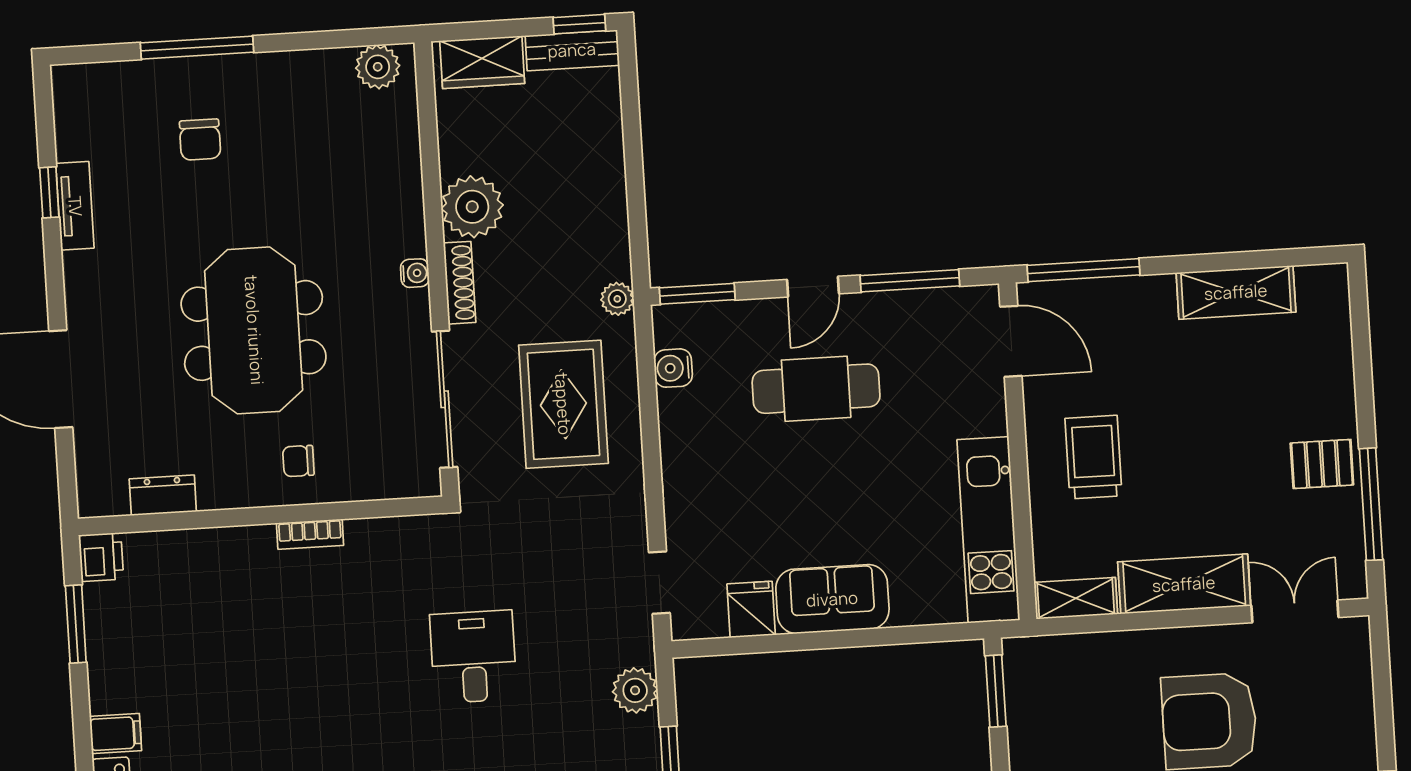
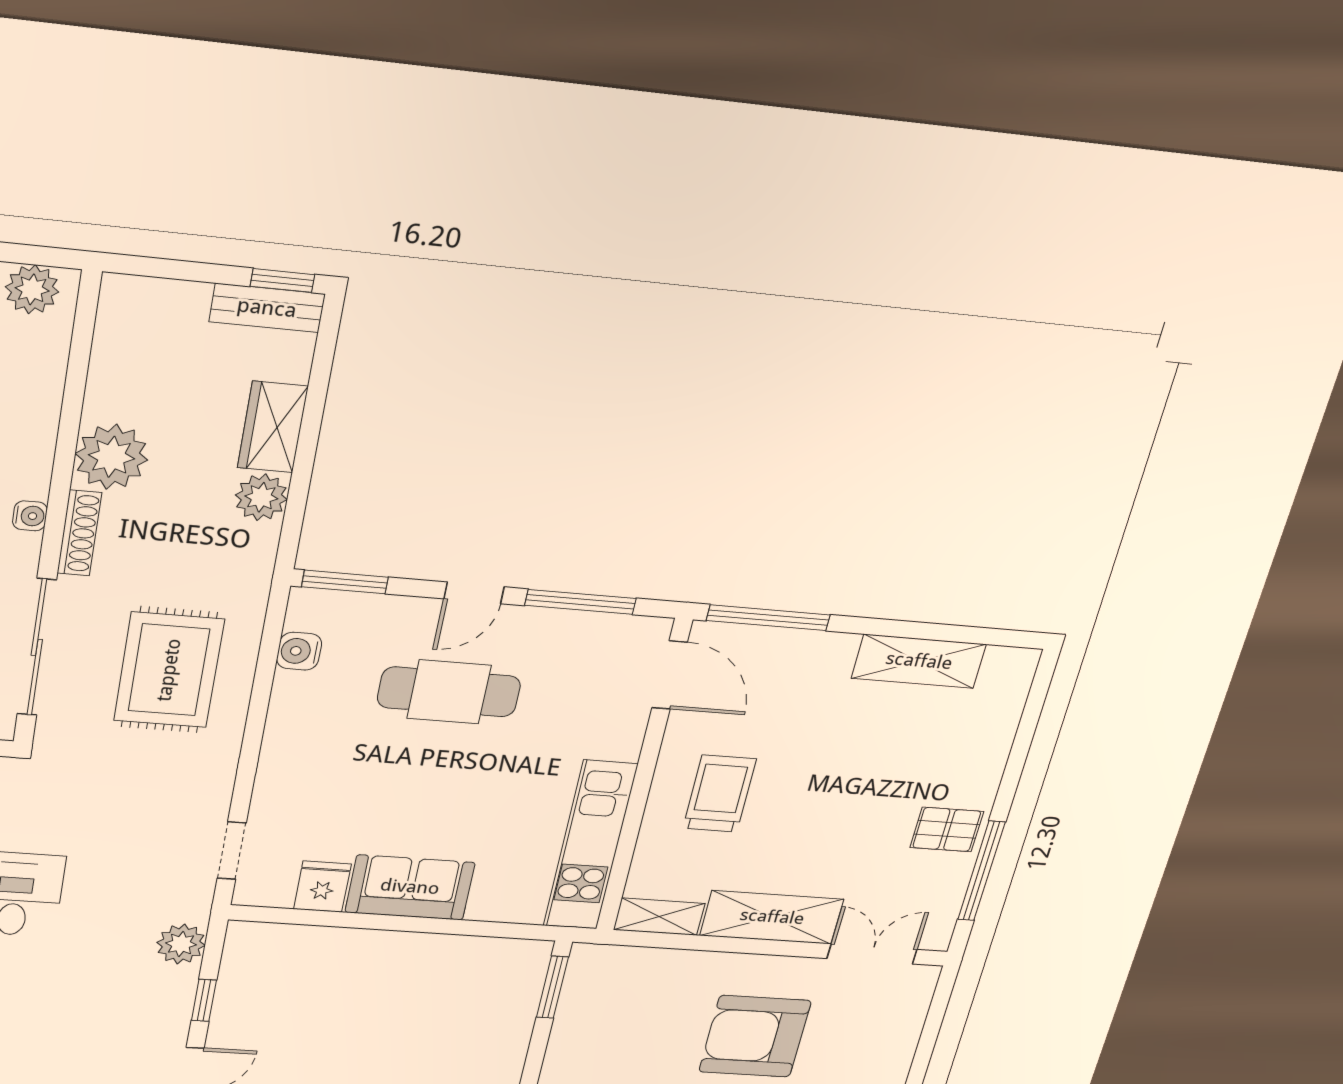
wardrobe: (482, 62) -> (273, 427), moved, turned 90
plant: (617, 299) -> (261, 497), moved, width x1.38, depth x1.38

